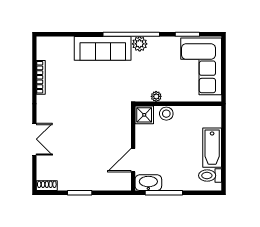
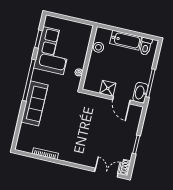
plant: (140, 44) -> (37, 76), removed
corner sofa: (201, 66) -> (53, 51), moved, turned -90
stool: (166, 114) -> (98, 47), moved
shower: (144, 115) -> (108, 88), moved
double door: (34, 139) -> (106, 173), moved

